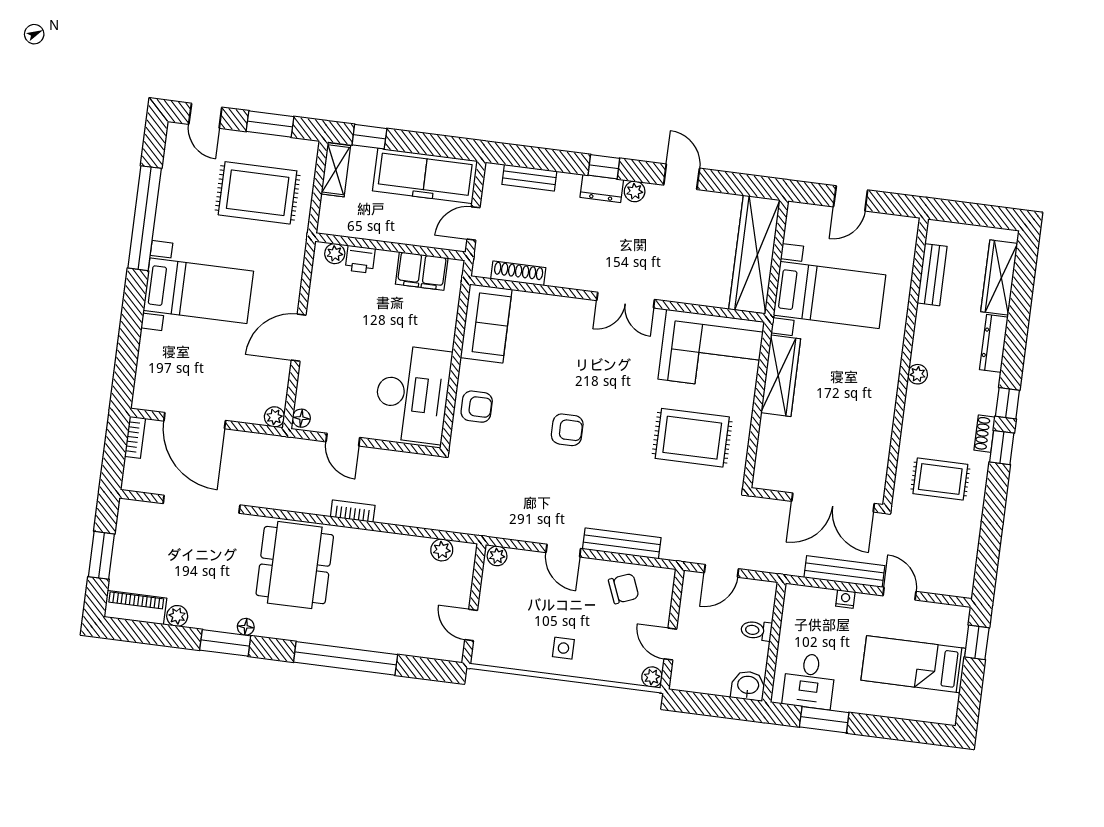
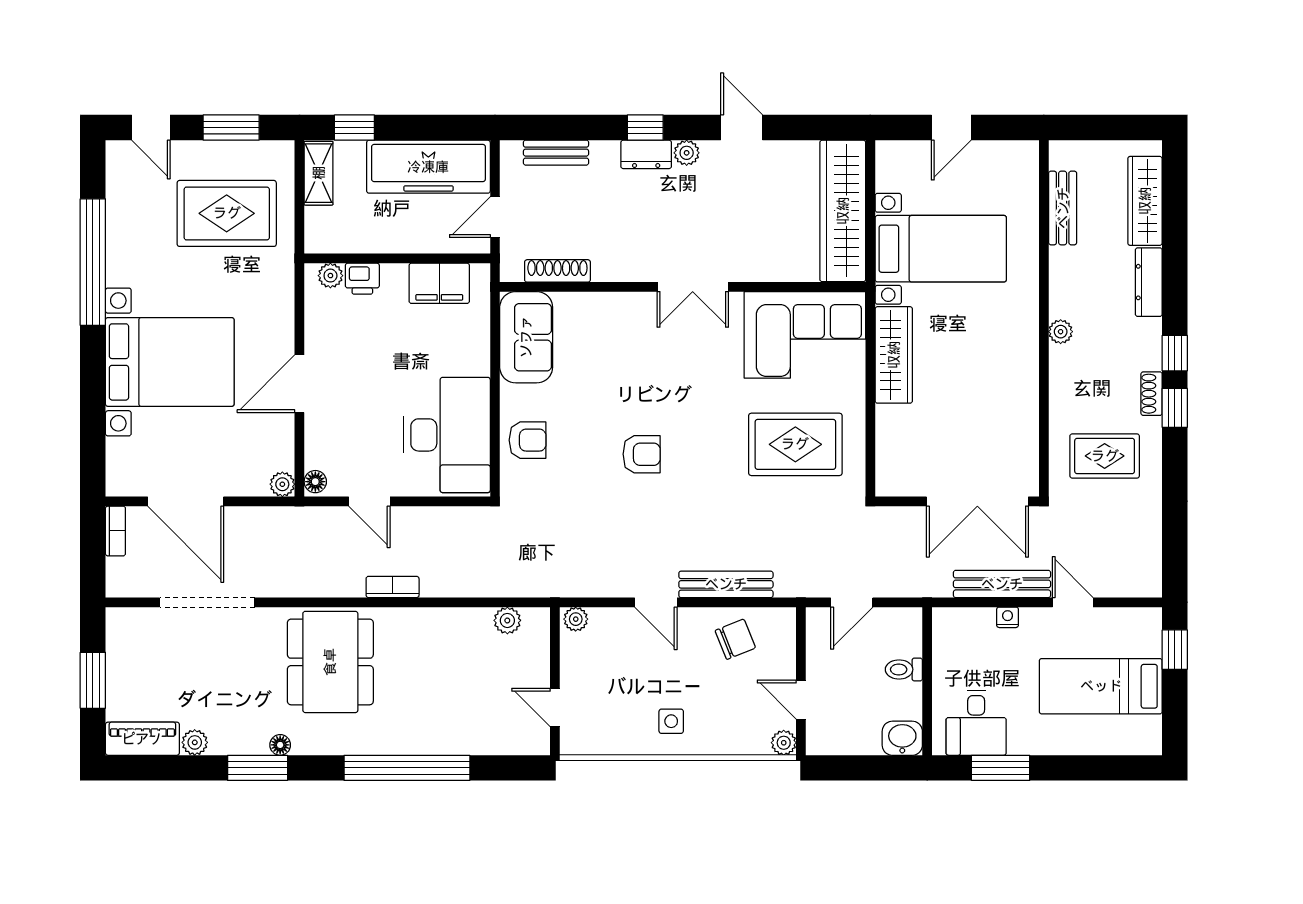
bed with nightstands: (198, 291) -> (170, 362), width x1.36

